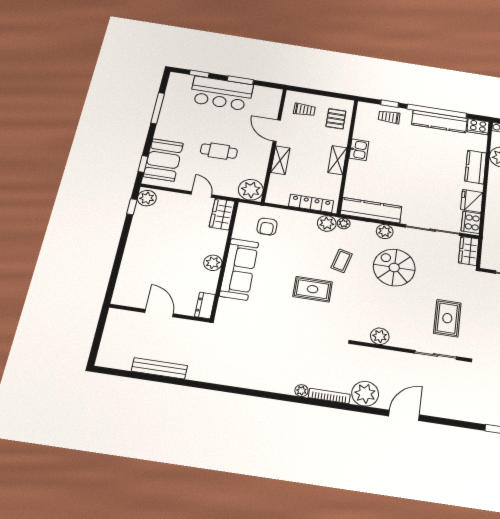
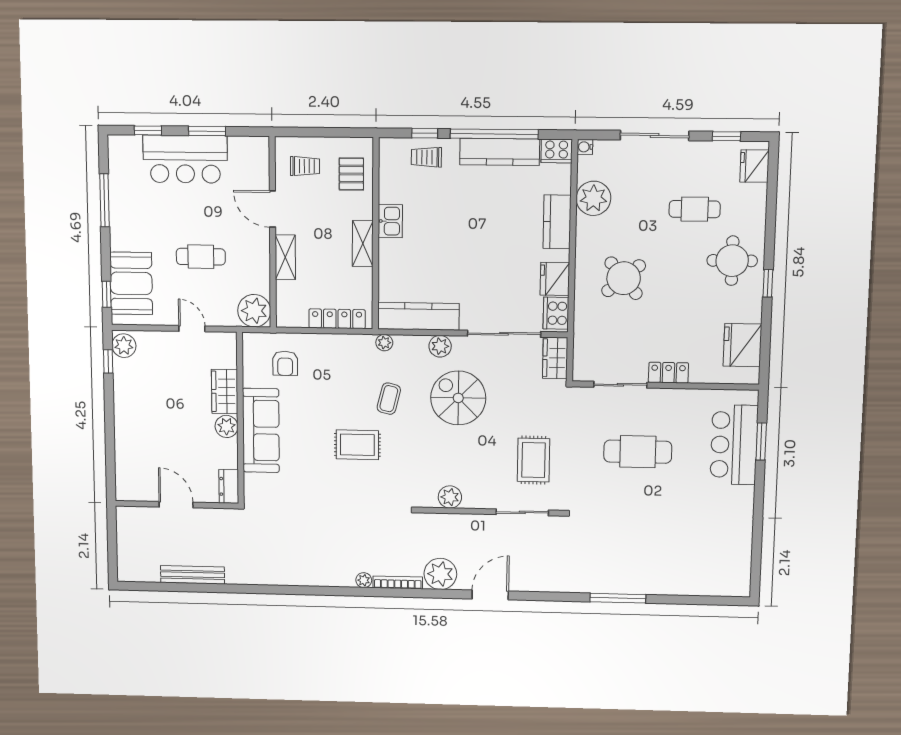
wardrobe: (222, 214) -> (225, 392), moved
plant: (327, 223) -> (362, 346), removed

